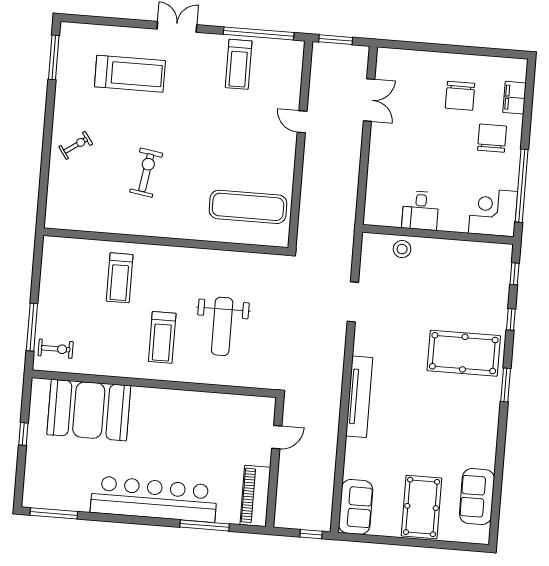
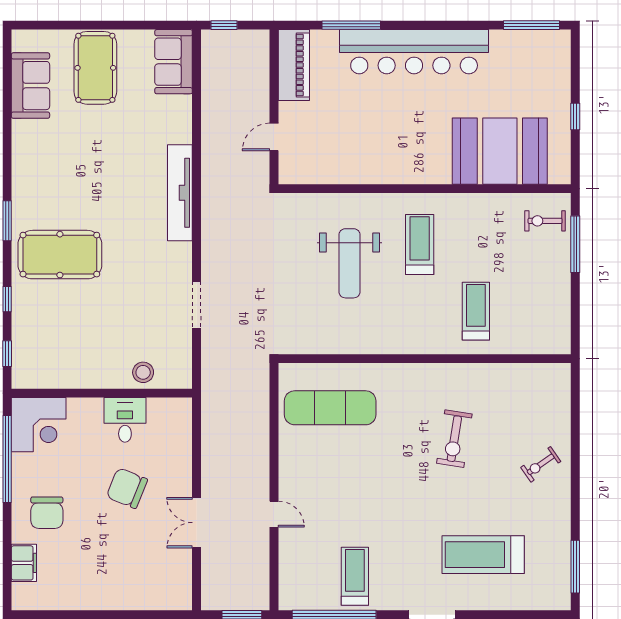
chair: (460, 96) -> (127, 488), moved, turned -68
double door: (369, 100) -> (197, 523), moved
weight bench: (222, 326) -> (349, 263), turned 180

